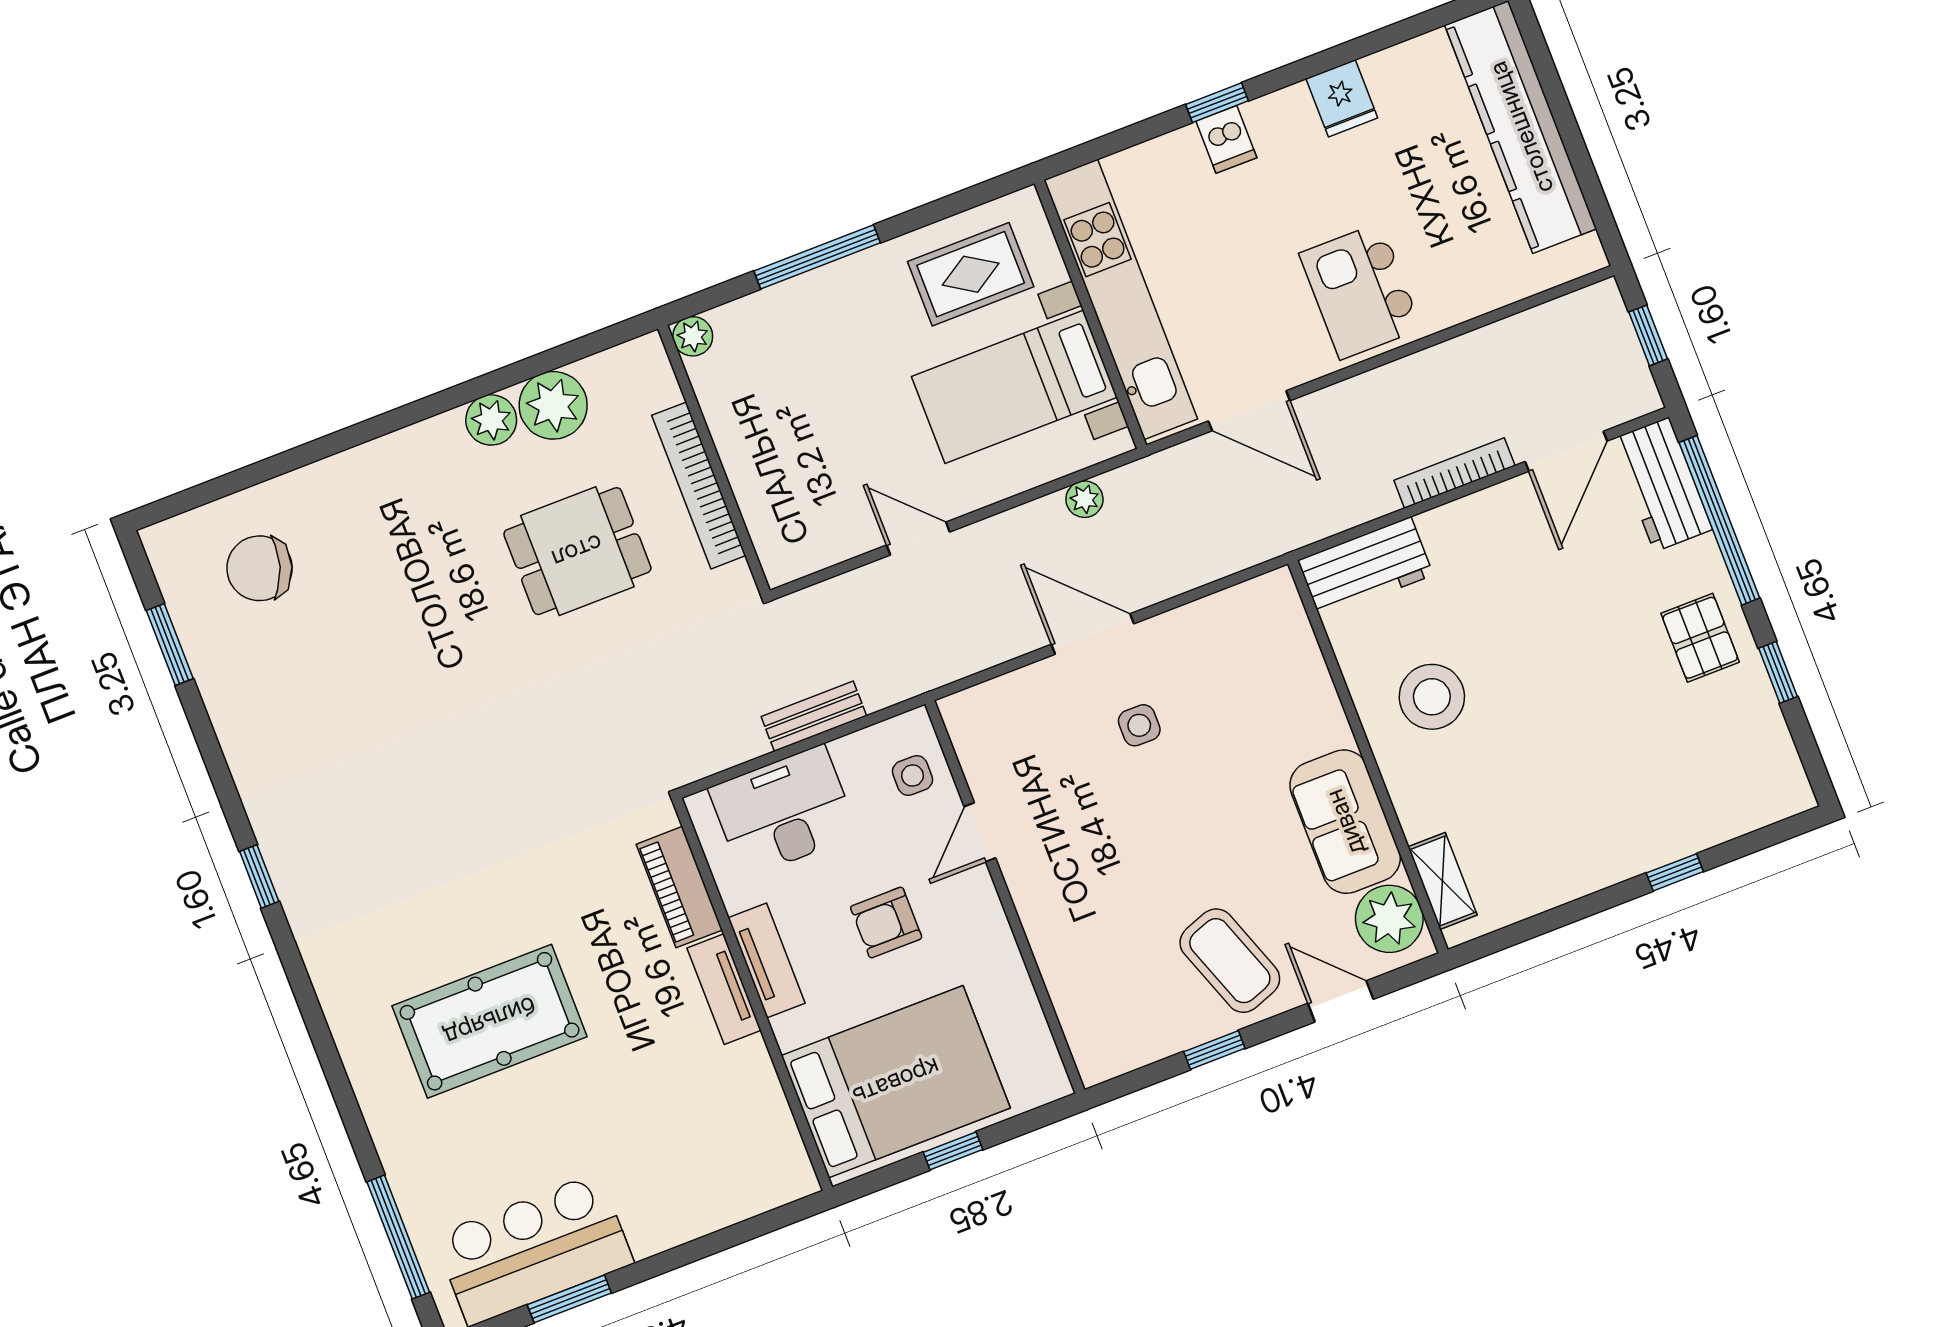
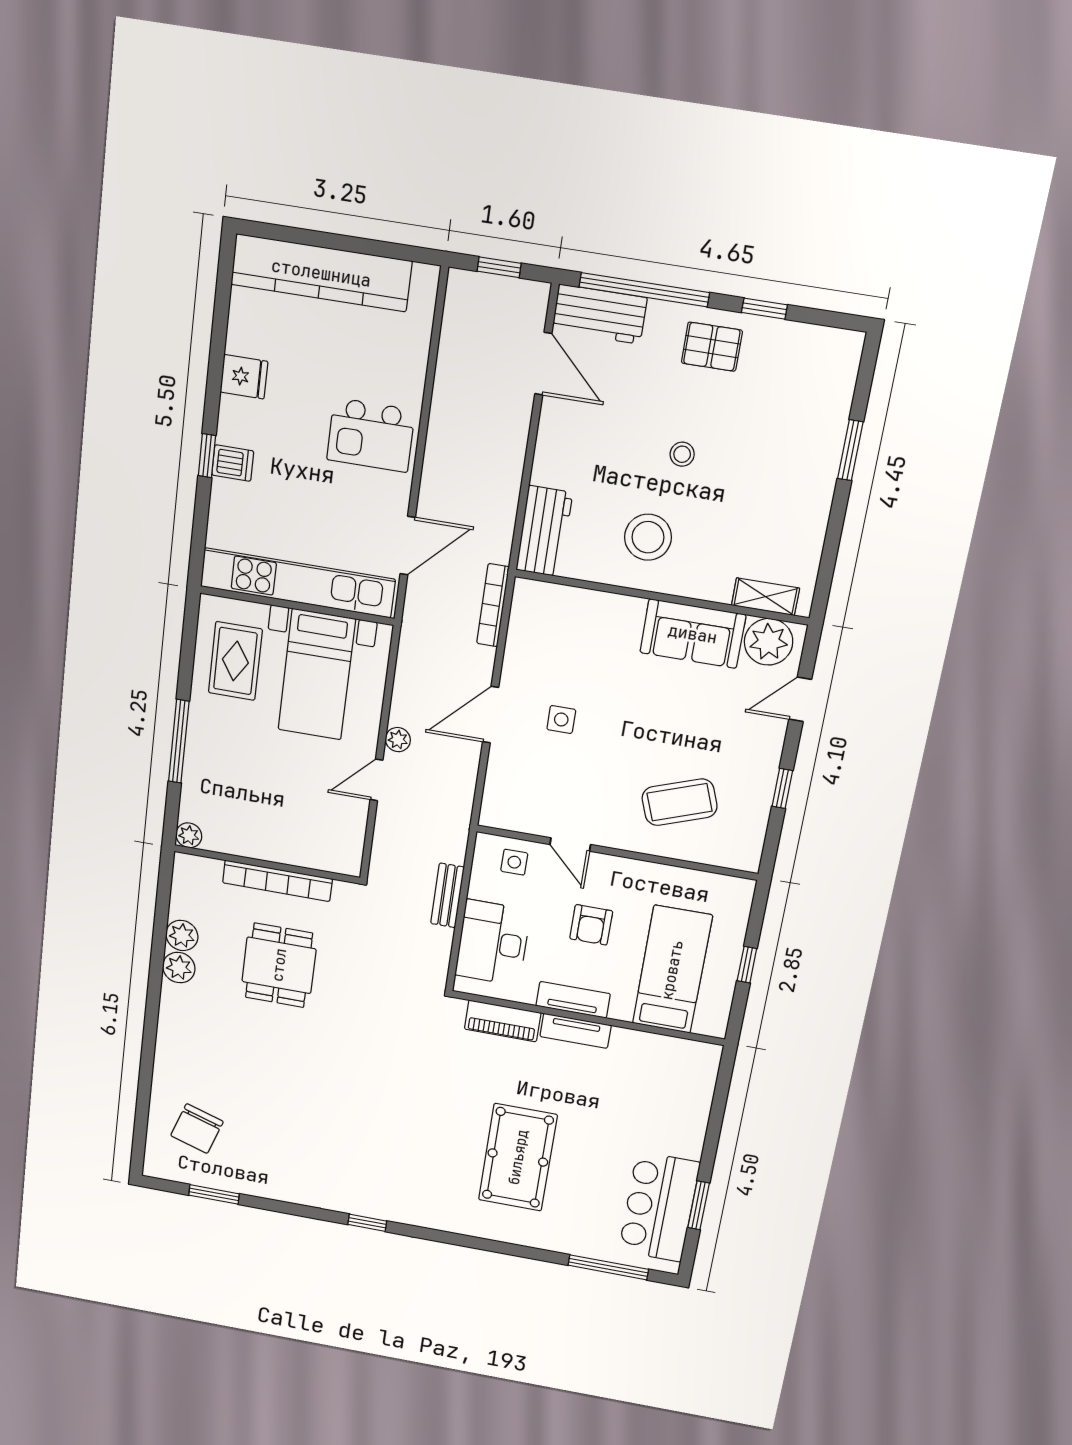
plant: (553, 405) -> (182, 935), width x0.73, depth x0.73
bookcase: (1454, 473) -> (493, 605), moved
plant: (1084, 499) -> (398, 740), moved
stool: (1555, 678) -> (682, 454), added
window: (1675, 872) -> (850, 450), width x1.50
coffee table: (1230, 961) -> (680, 802), moved
bed: (896, 1082) -> (672, 970), width x0.67

